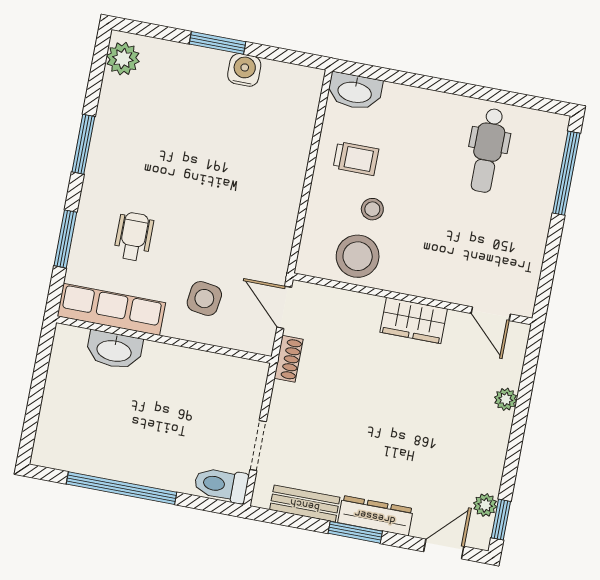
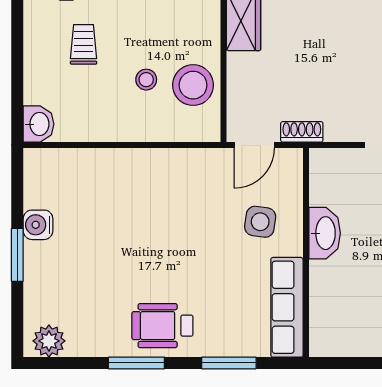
washbasin: (355, 91) -> (39, 124), width x0.72
trolley: (356, 158) -> (83, 44), moved
wheelchair: (134, 236) -> (162, 326), moved, width x1.36, depth x1.37
washbasin: (114, 350) -> (325, 233), moved

